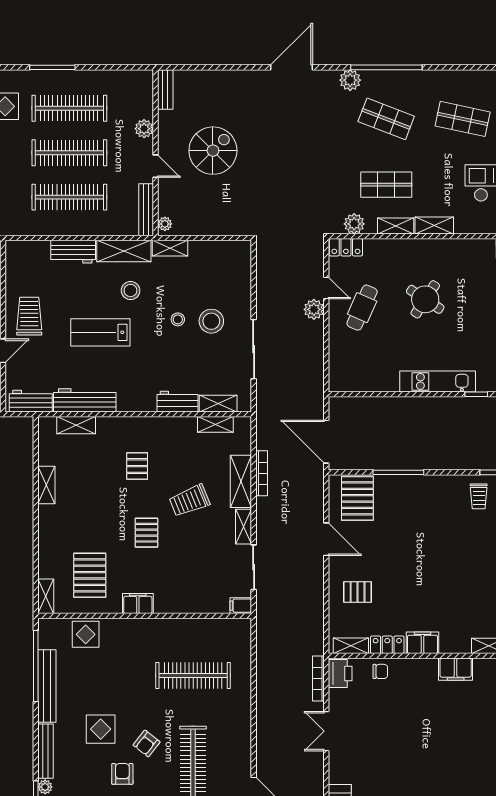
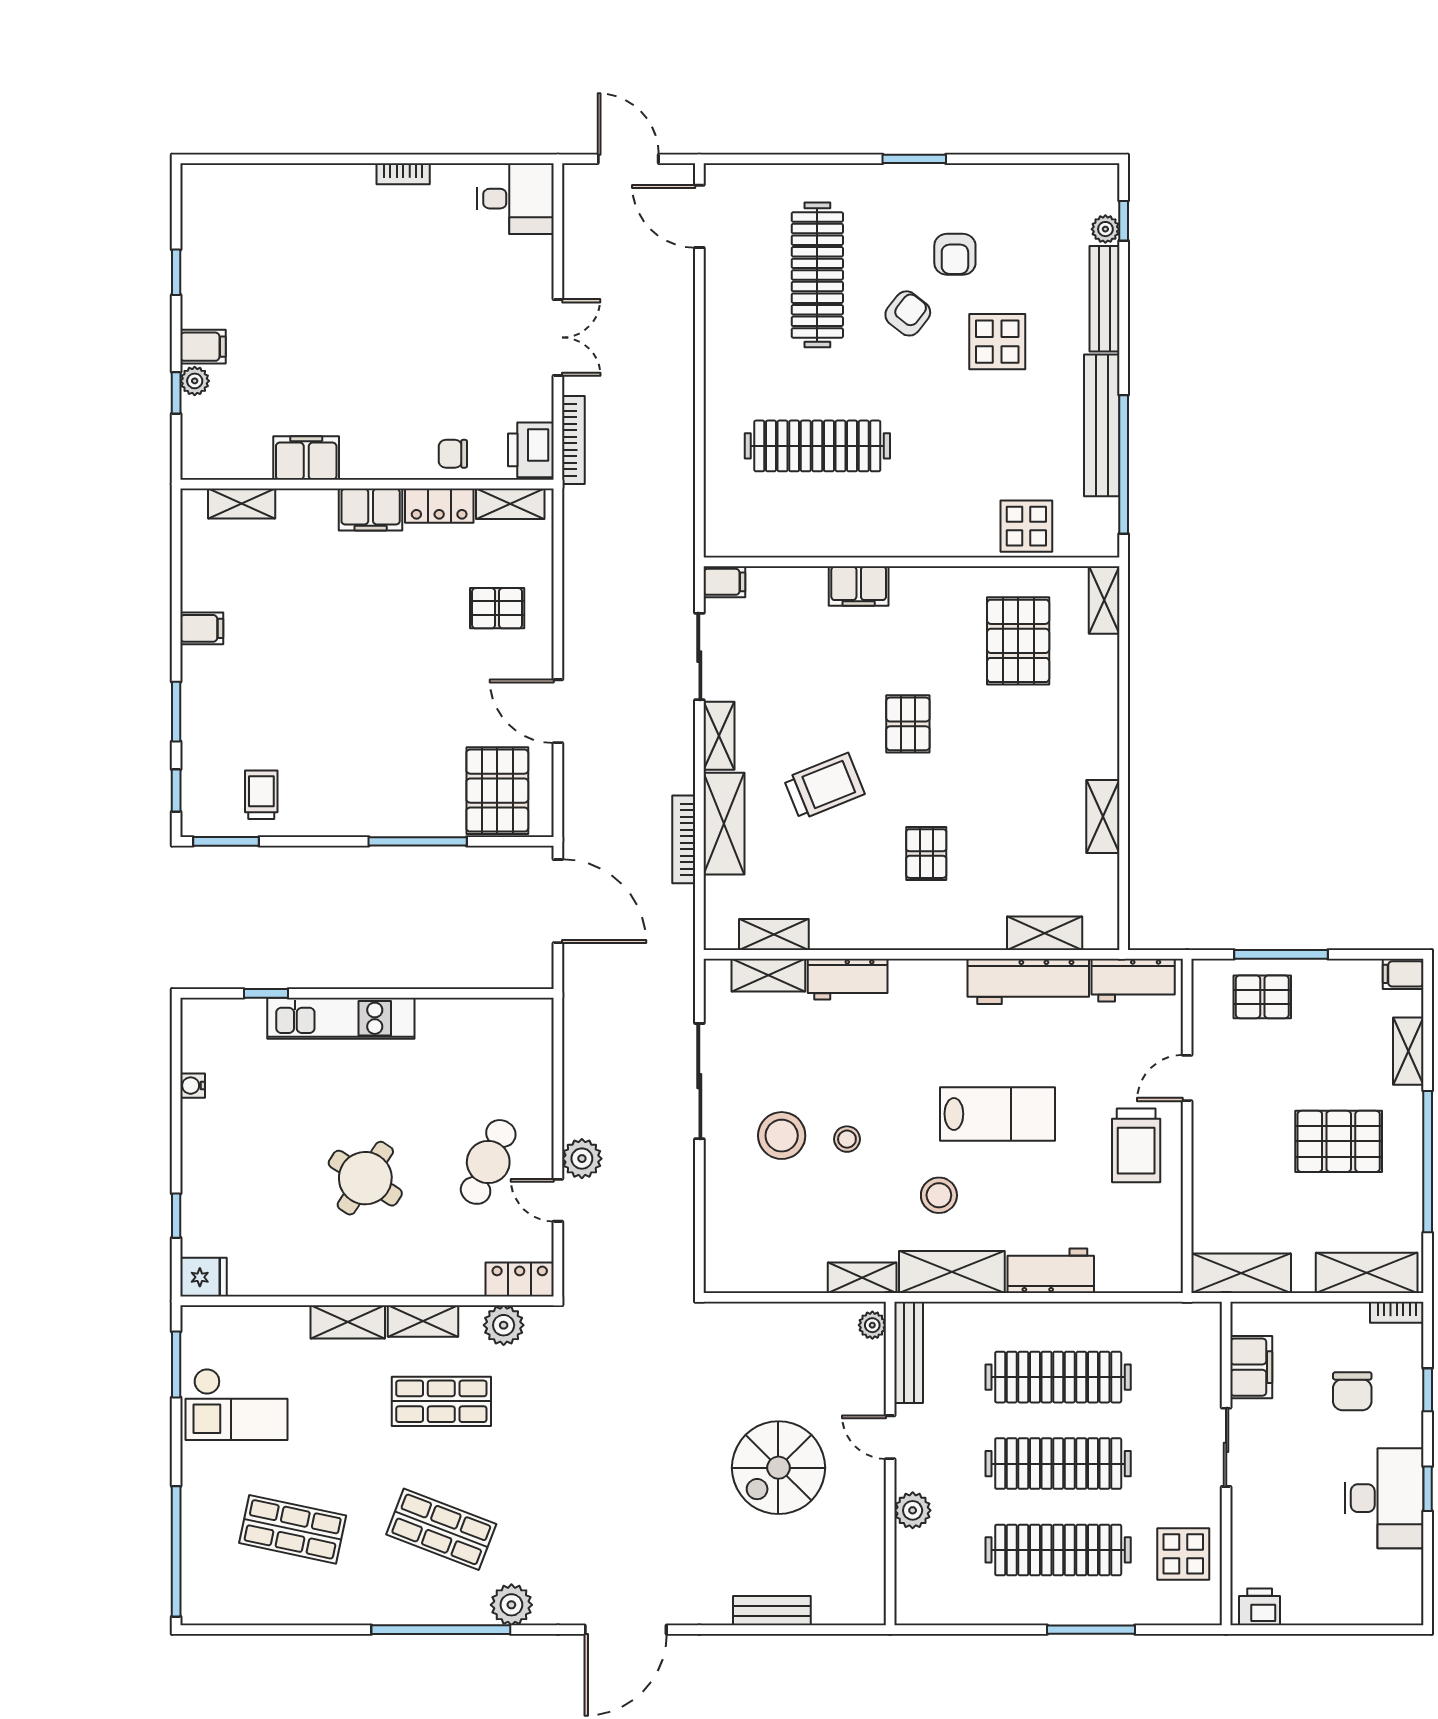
bench: (165, 89) -> (772, 1611), moved, turned 90
filing cabinet: (138, 604) -> (859, 586), moved

